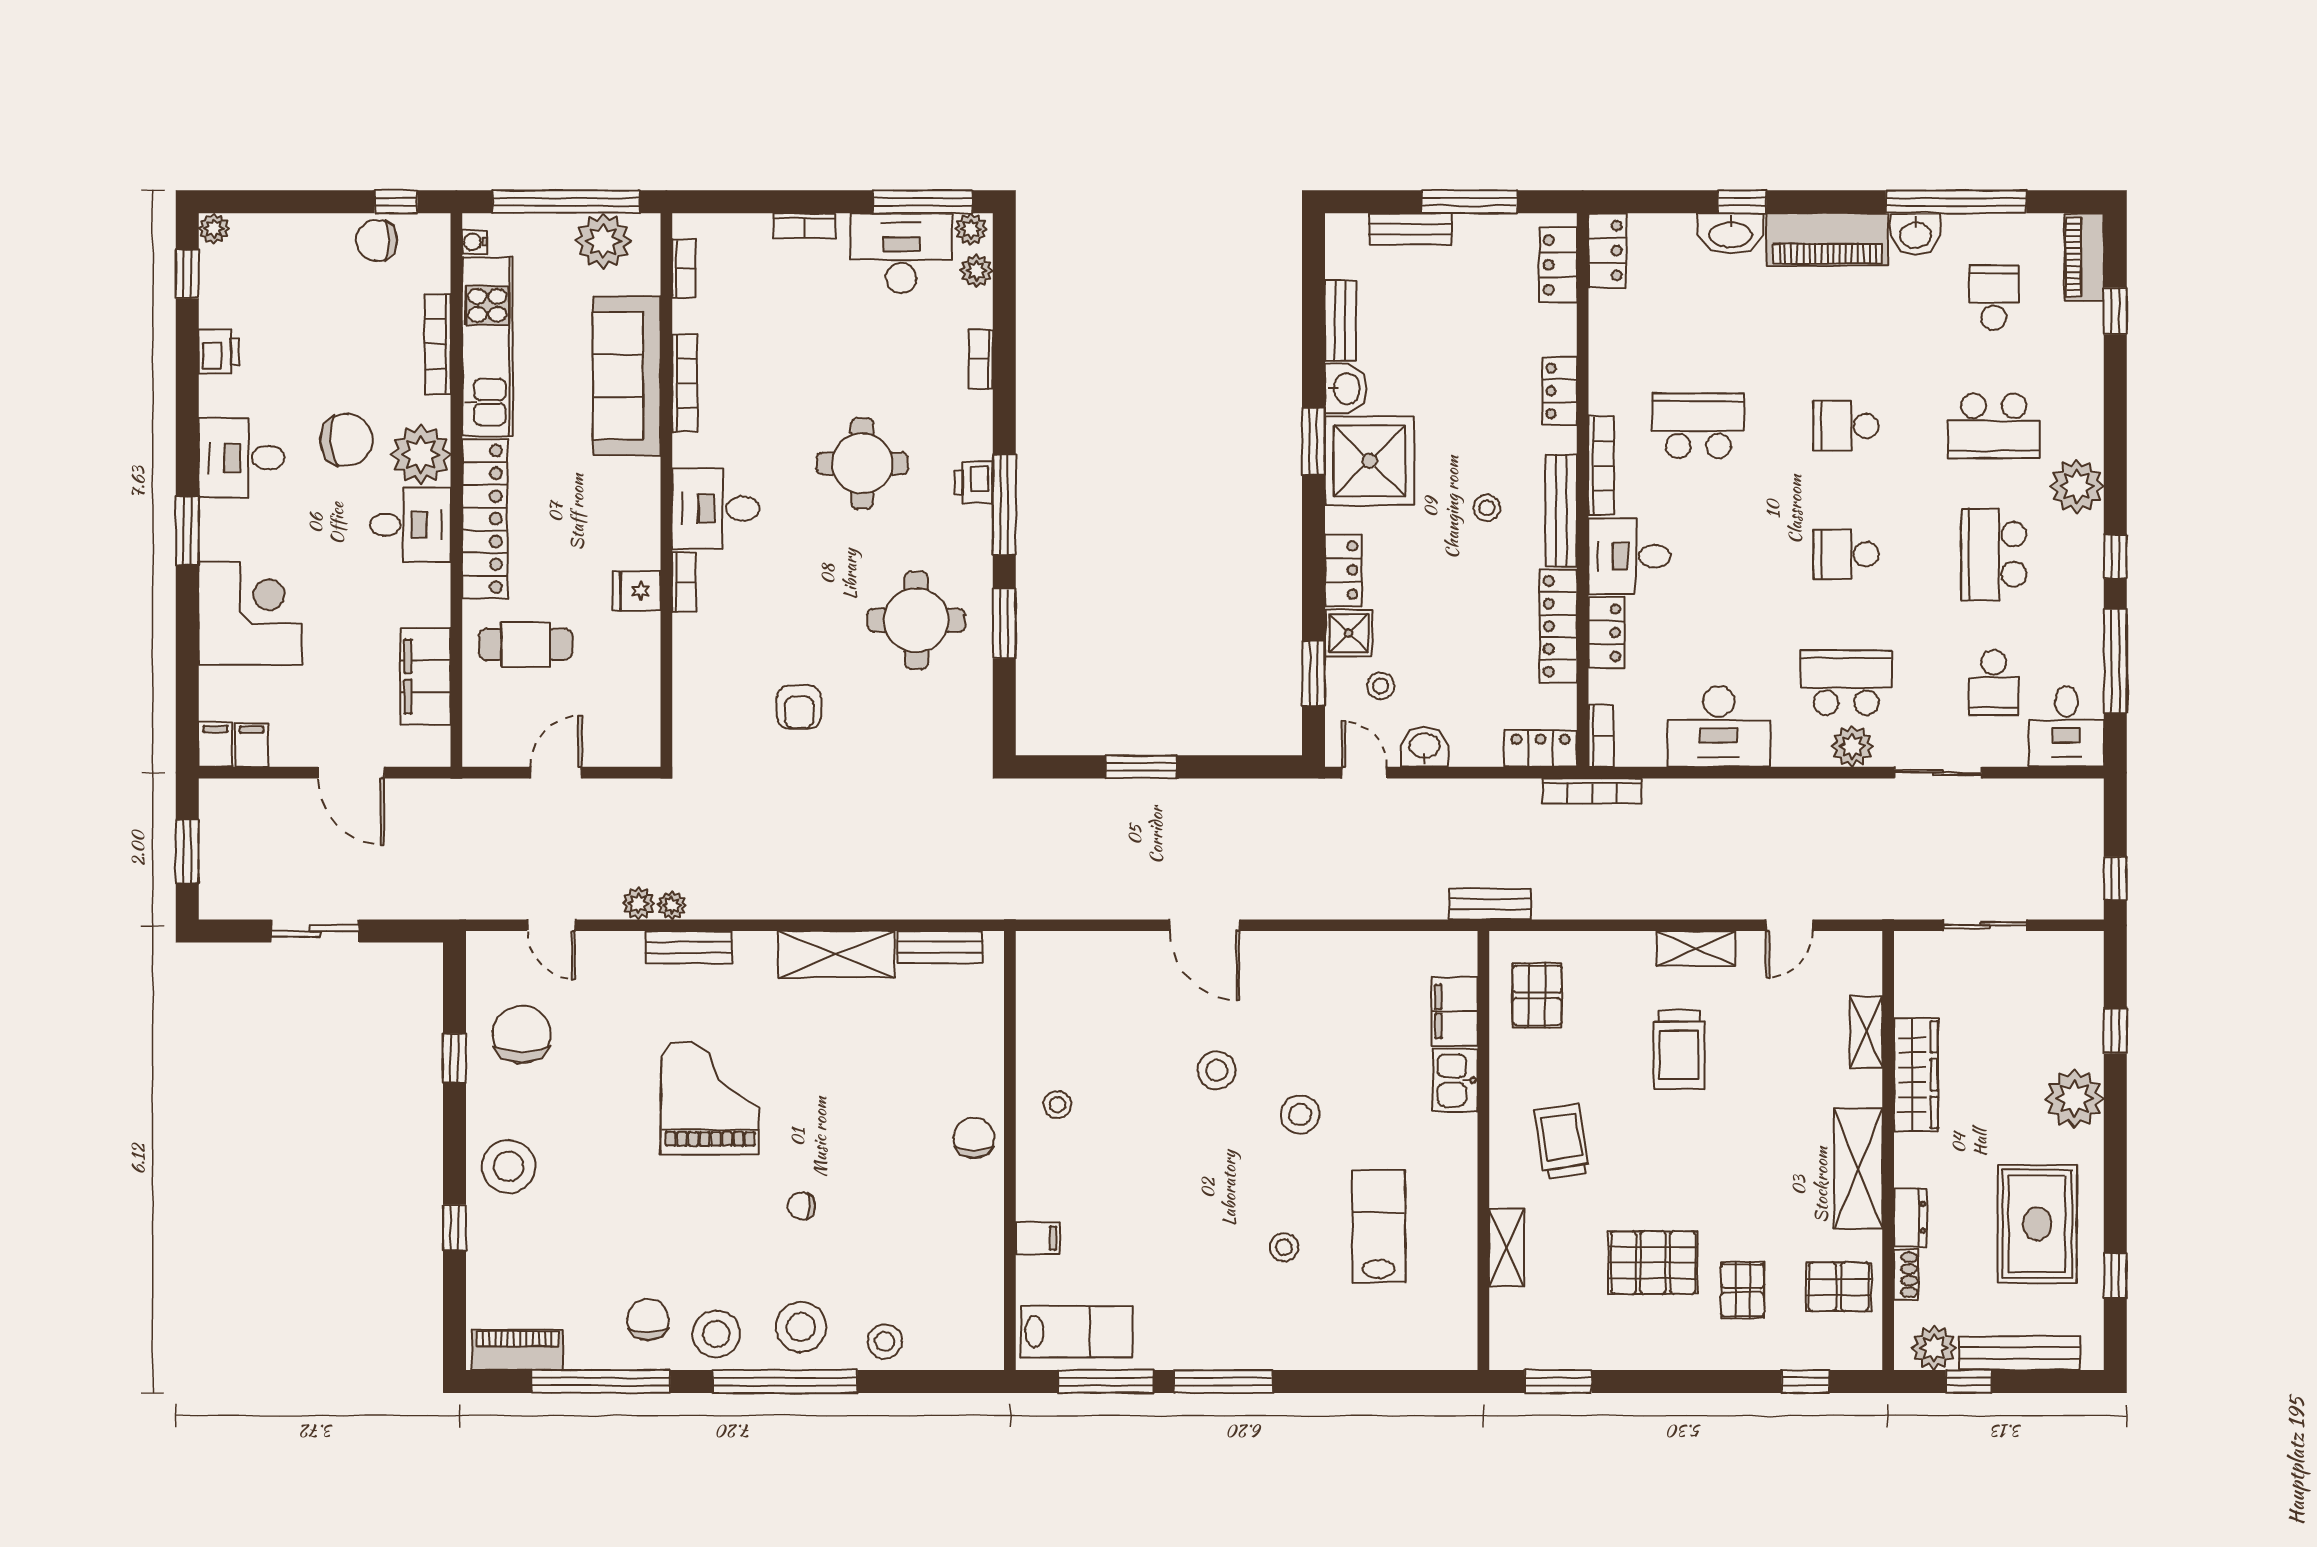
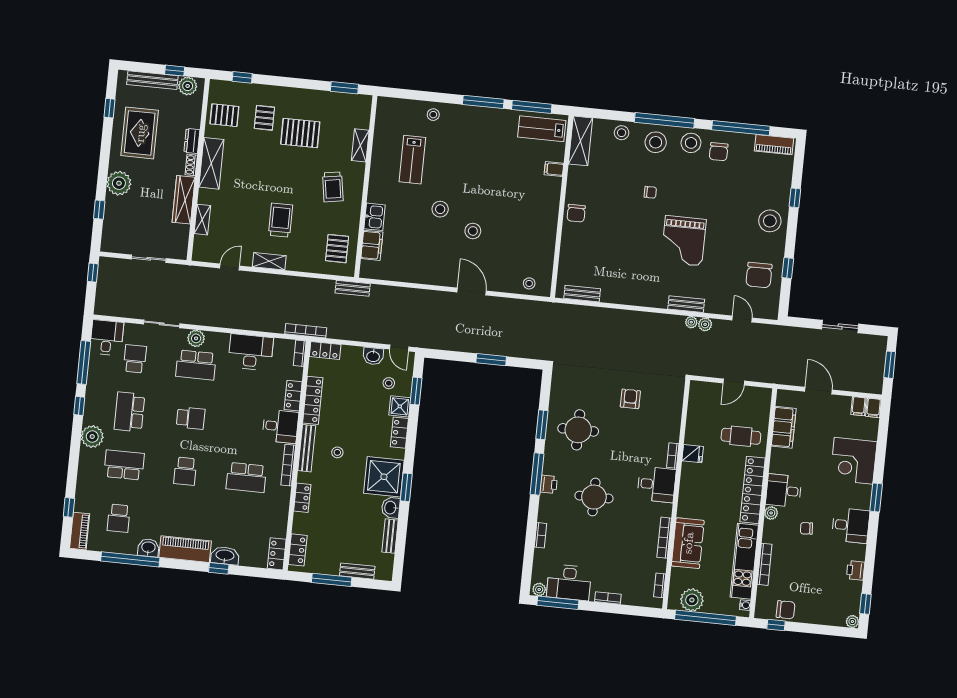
plant: (976, 271) -> (539, 572), removed
sofa: (627, 376) -> (688, 543), width x0.73
school desk: (1846, 426) -> (185, 471), turned 90
chair: (346, 440) -> (807, 528), width x0.54, depth x0.54
plant: (421, 454) -> (771, 513), width x0.53, depth x0.53
school desk: (1994, 554) -> (129, 412), turned 180
shelving: (836, 954) -> (581, 141), moved, turned 90
stool: (1057, 1105) -> (529, 283), moved
stool: (1284, 1247) -> (433, 115), moved
shoe rack: (1906, 1275) -> (191, 165), moved

